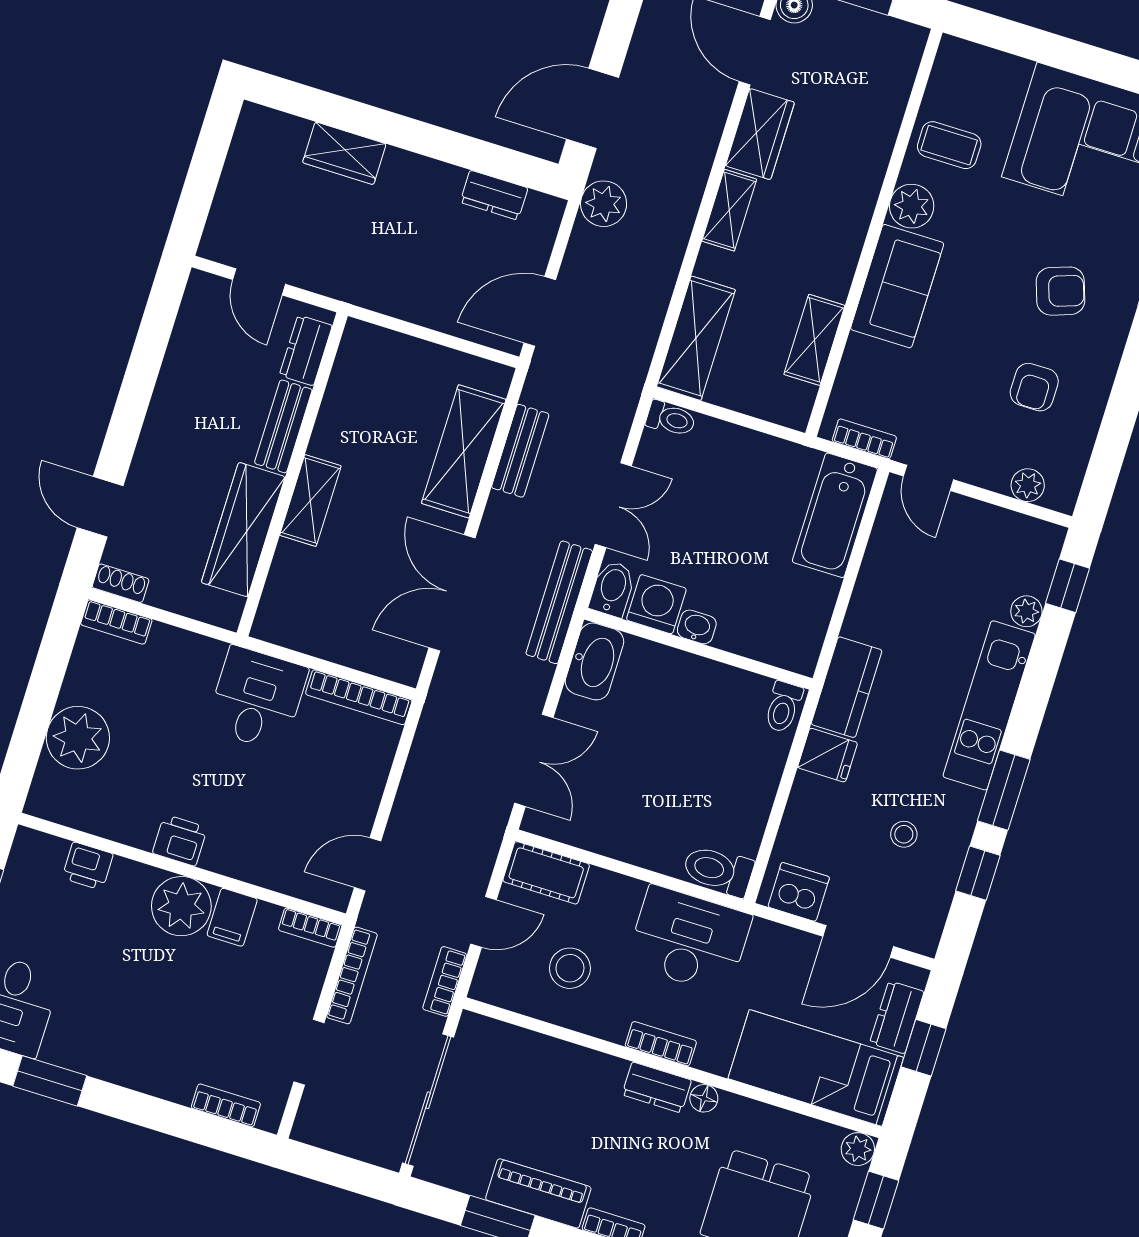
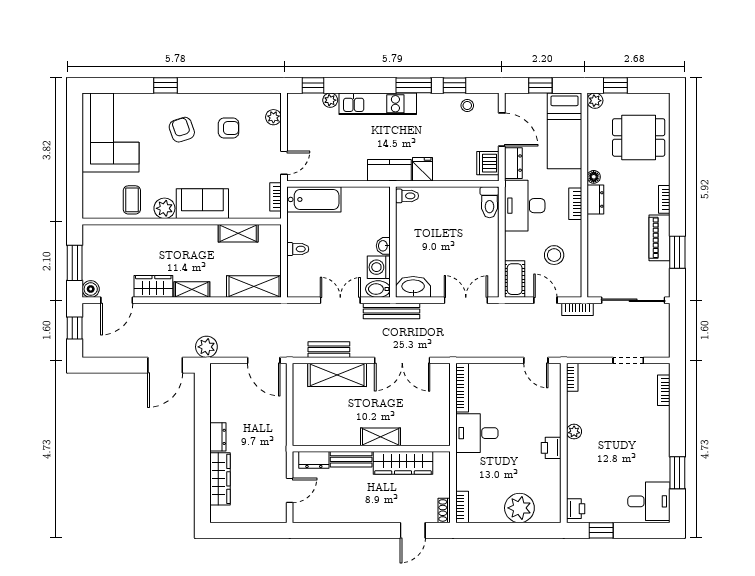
door: (593, 108) -> (165, 365), hinge flipped
wardrobe: (344, 153) -> (220, 479), width x1.50
dresser: (494, 195) -> (218, 437), moved
toilet: (671, 419) -> (298, 249), moved, turned 90
stool: (904, 834) -> (467, 106), moved
printer: (88, 866) -> (576, 509), moved
plant: (181, 906) -> (574, 432), width x0.53, depth x0.53
filing cabinet: (232, 917) -> (578, 414), removed
bookcase: (352, 975) -> (588, 352), removed
dresser: (897, 1017) -> (513, 163), moved, turned -90

